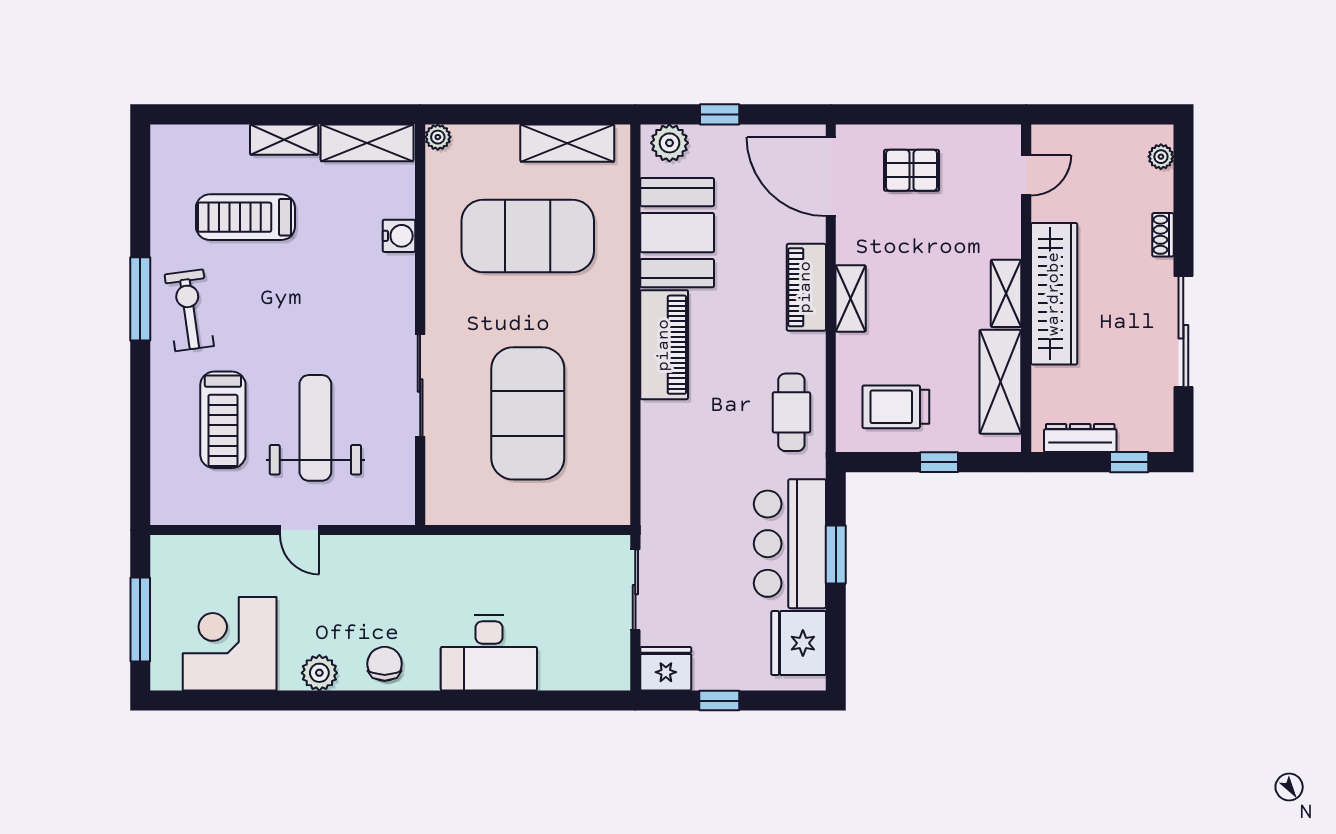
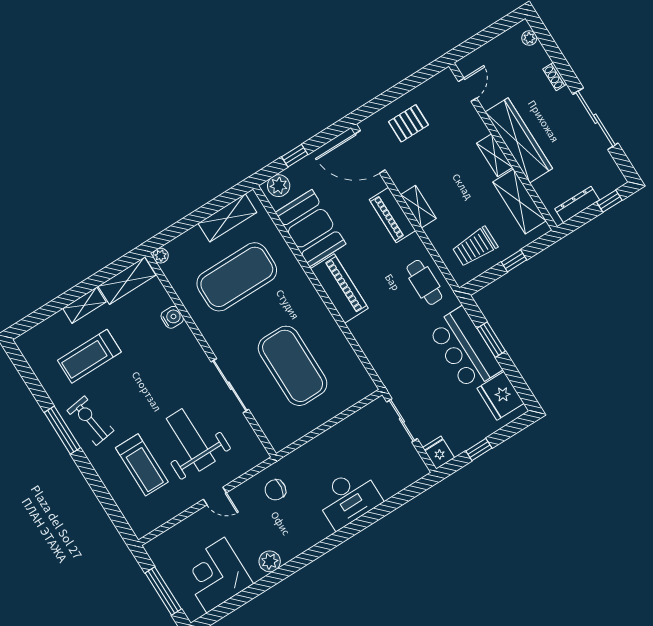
chair: (385, 664) -> (275, 490), moved, turned -83
fridge: (666, 669) -> (438, 453), width x0.72

